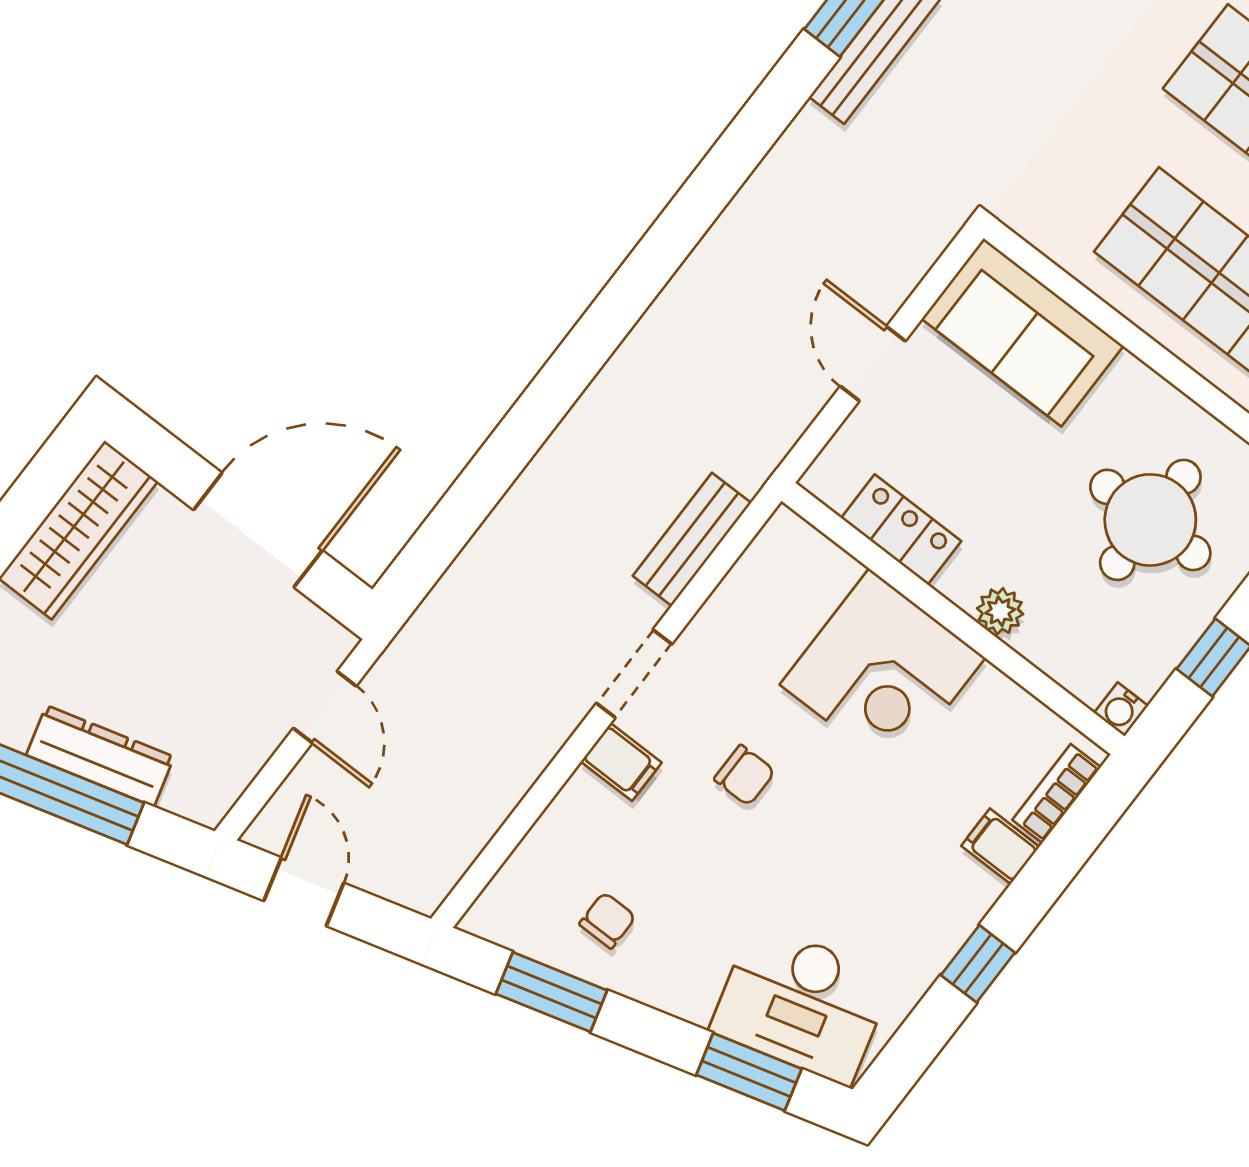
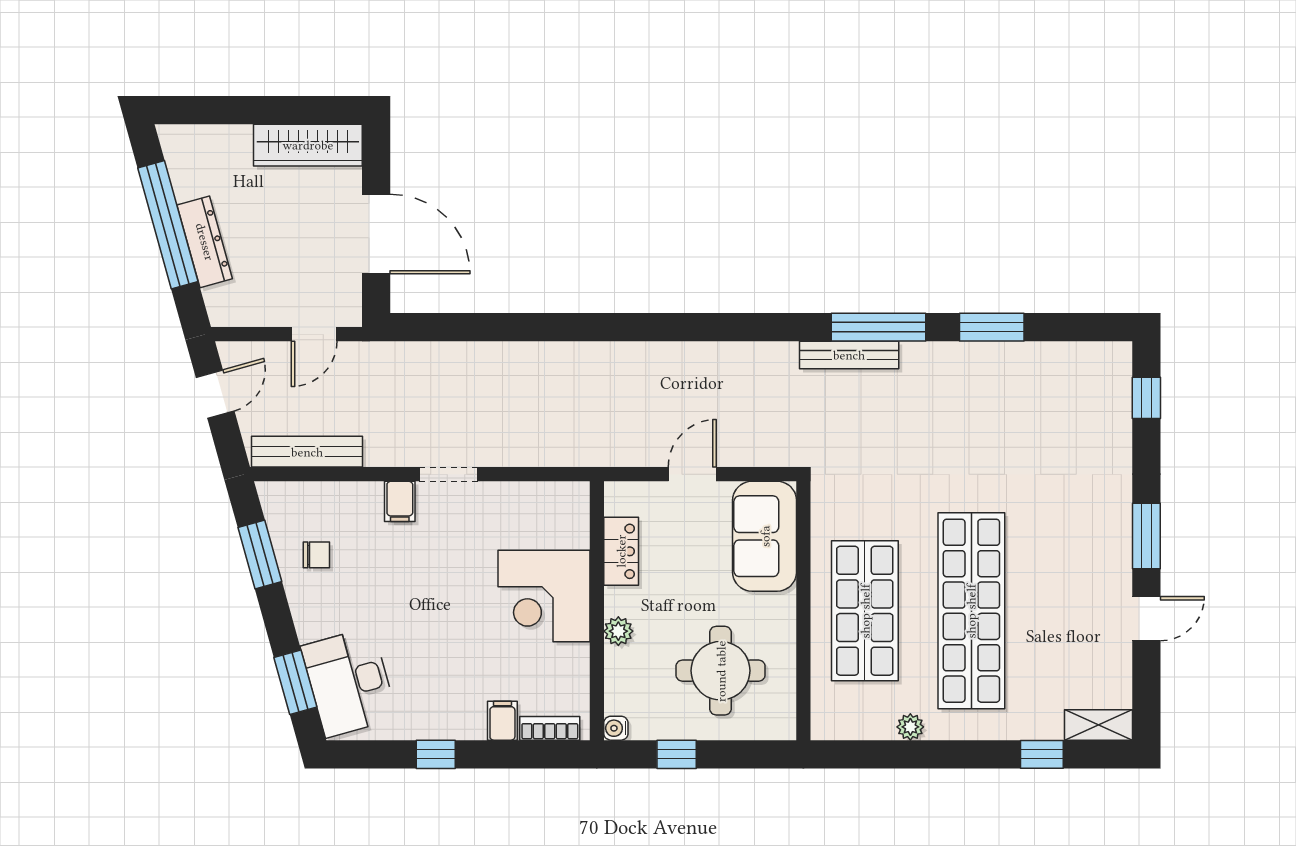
bench: (692, 539) -> (307, 452), moved, width x1.36
chair: (745, 775) -> (440, 567), removed

